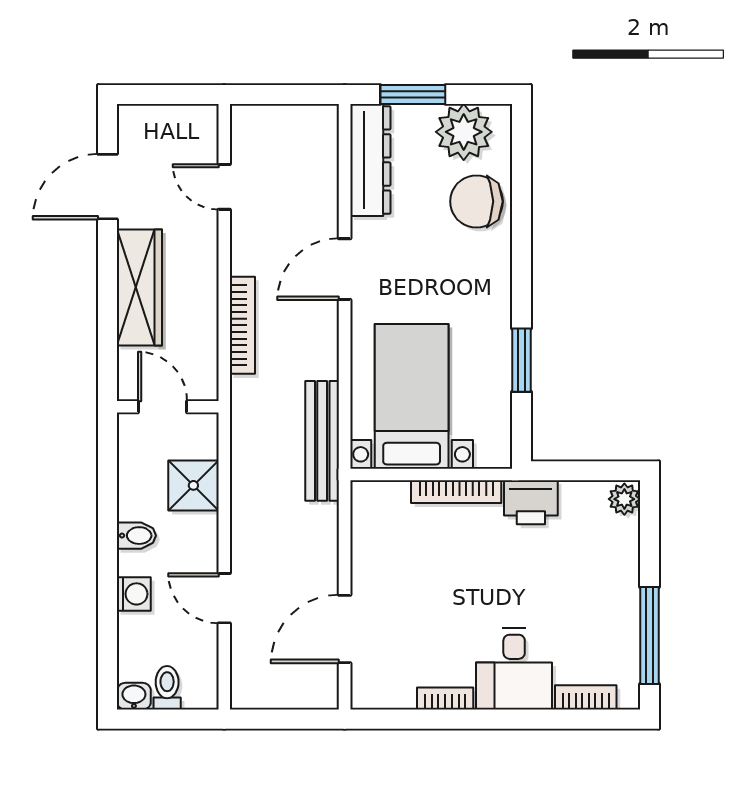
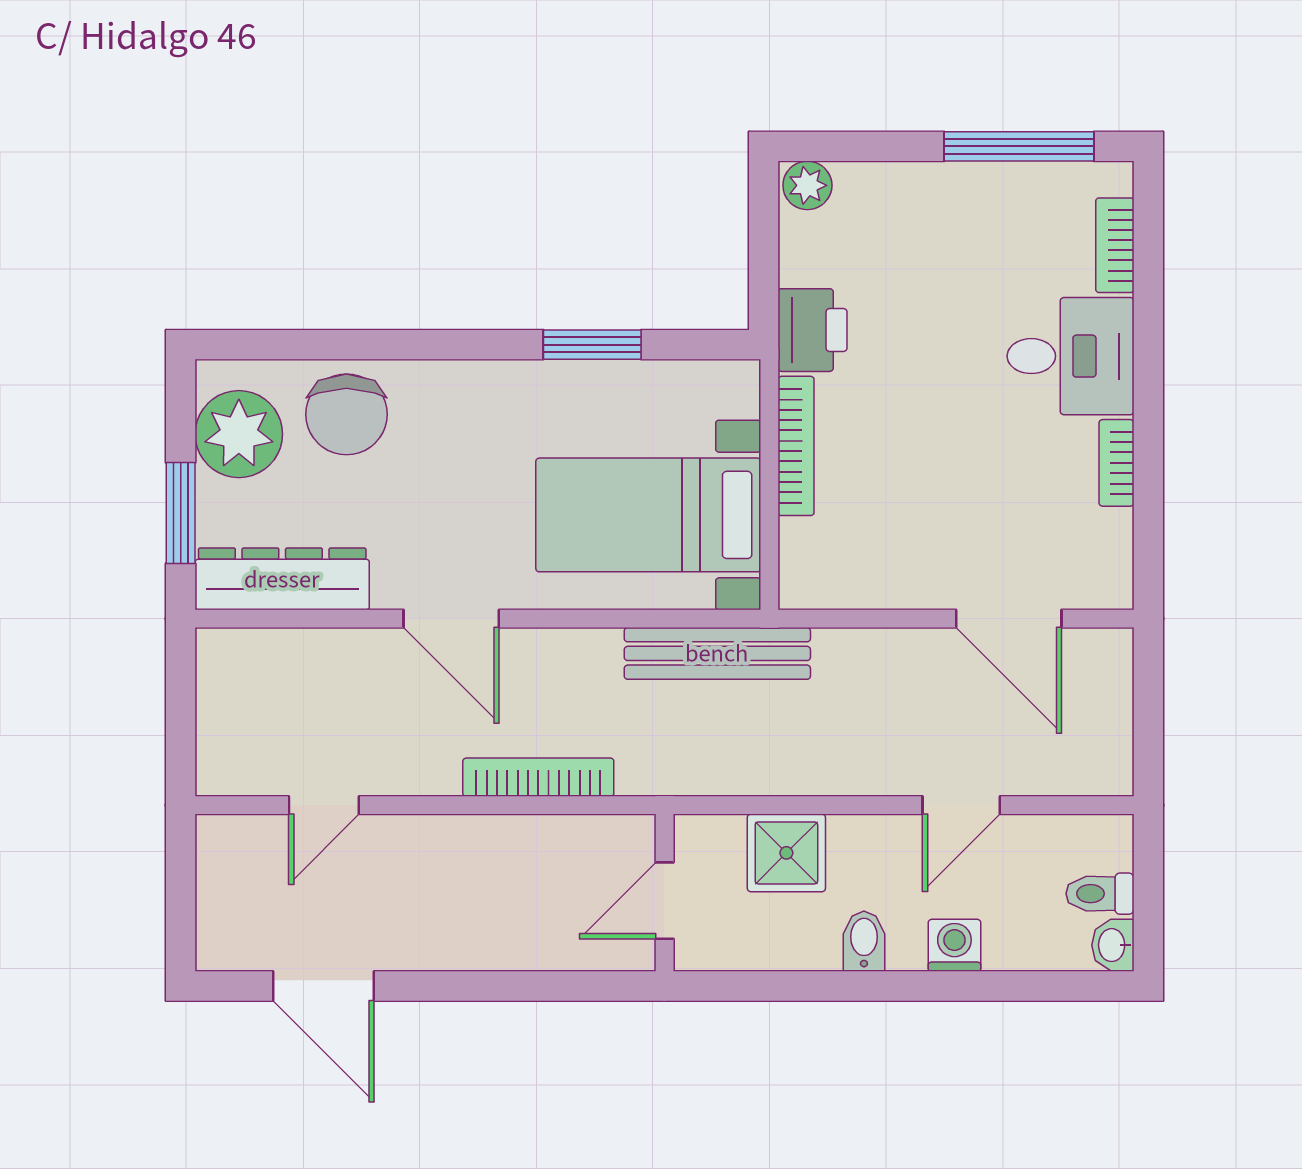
wardrobe: (139, 288) -> (480, 937), removed

